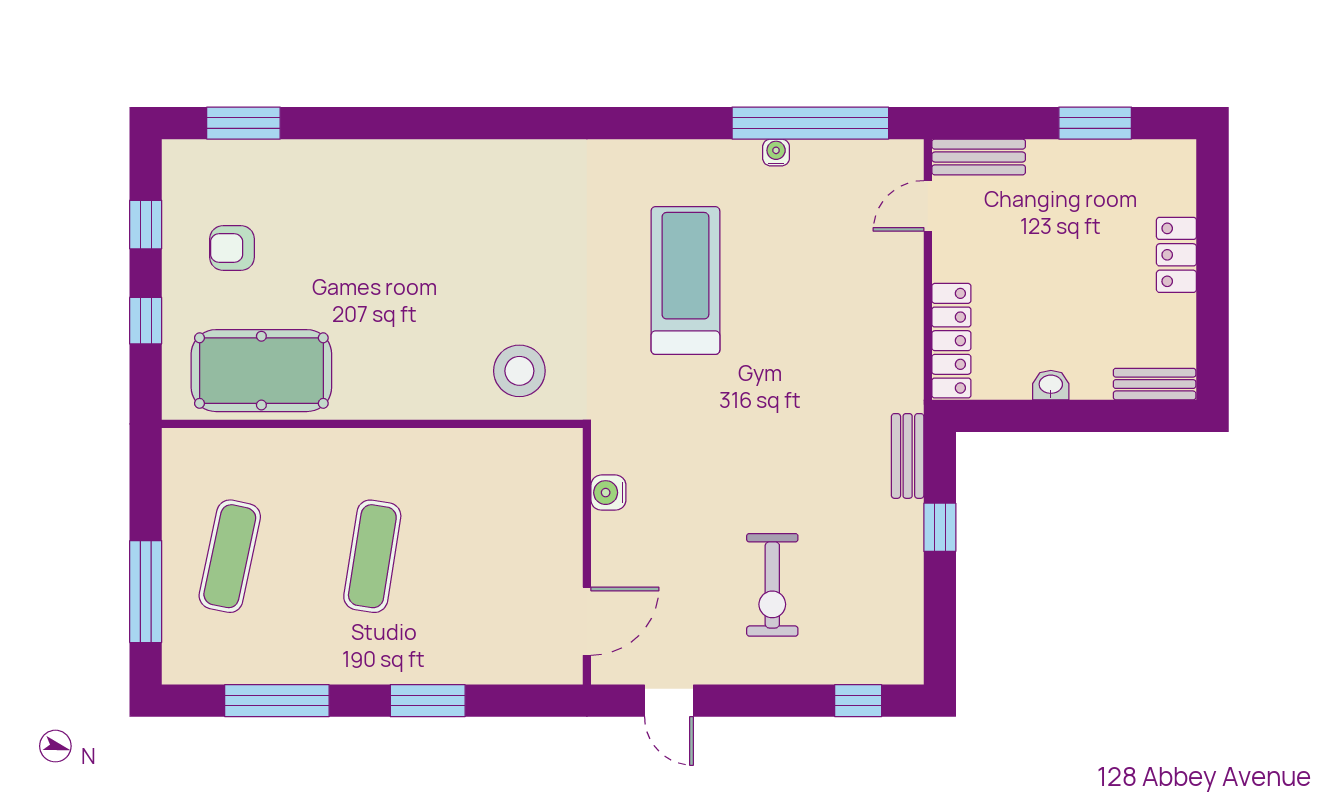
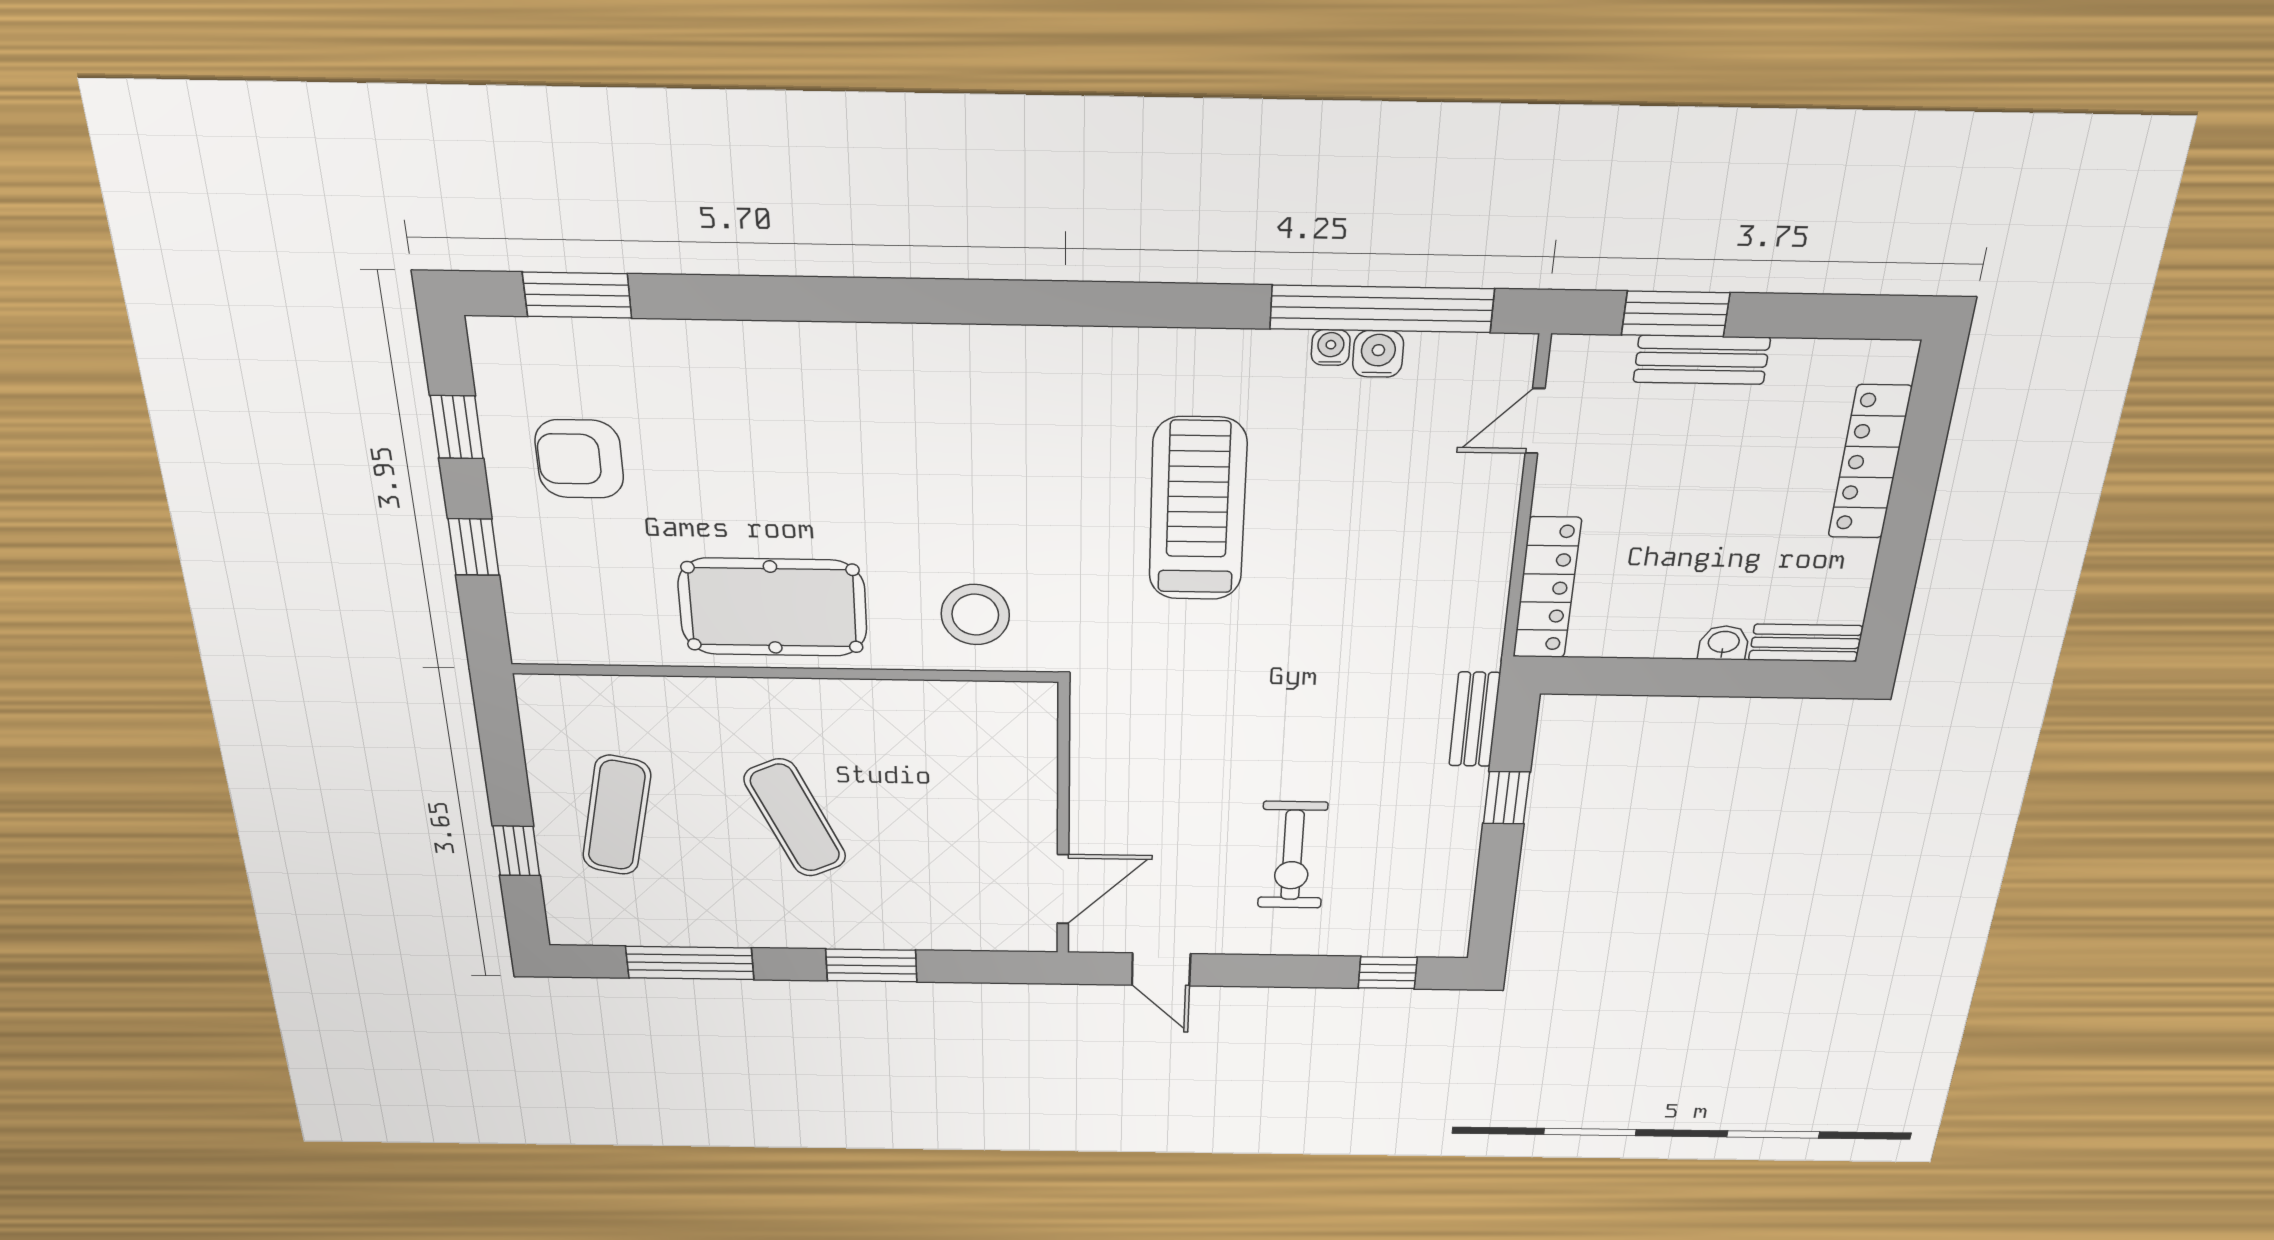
window: (1095, 123) -> (1676, 314), moved
bench: (979, 157) -> (1702, 360), moved
armchair: (232, 248) -> (579, 459), width x1.38, depth x1.38
locker: (1176, 255) -> (1870, 462), width x1.53
pool table: (261, 371) -> (773, 607), moved
washbasin: (1051, 385) -> (1724, 643), moved
water cooler: (608, 493) -> (1378, 354), moved, turned 90
exercise mat: (372, 556) -> (795, 818), turned -33
window: (146, 592) -> (516, 851), width x0.46

